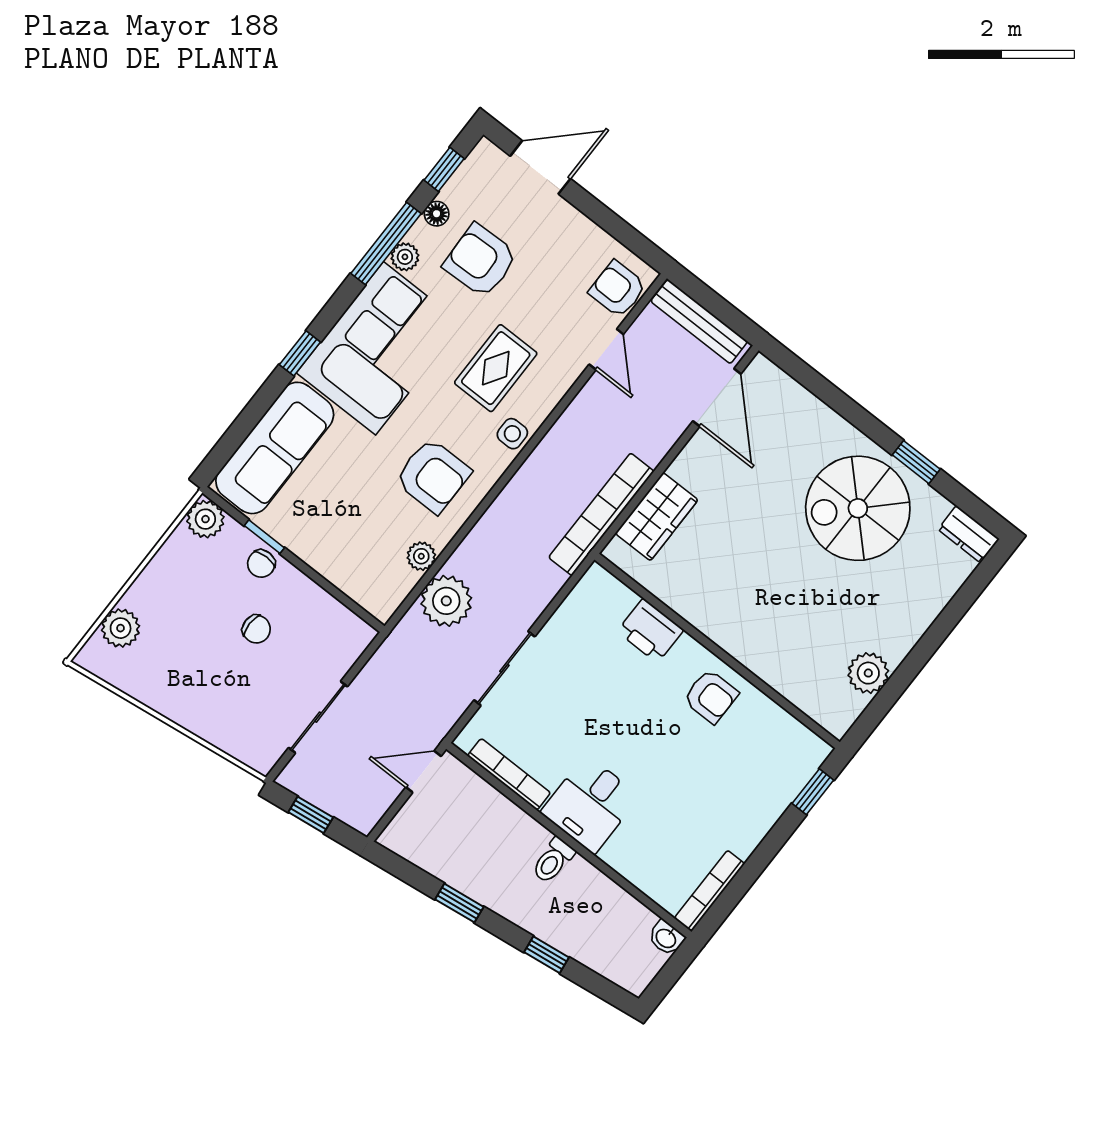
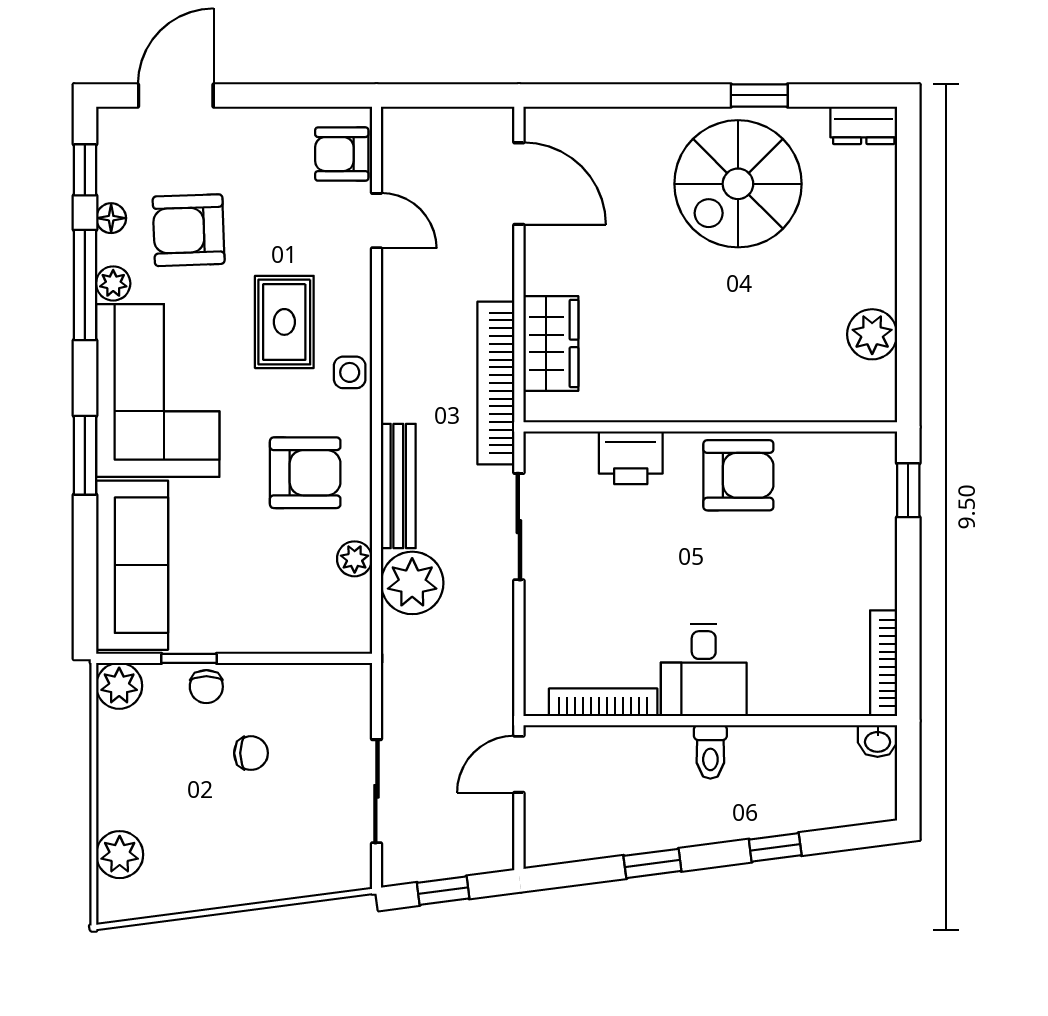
bench: (699, 321) -> (398, 486), moved, turned 90
window: (300, 353) -> (85, 455), width x1.50
sliding door: (504, 668) -> (519, 527), moved
armchair: (711, 696) -> (738, 475), width x1.38, depth x1.38

